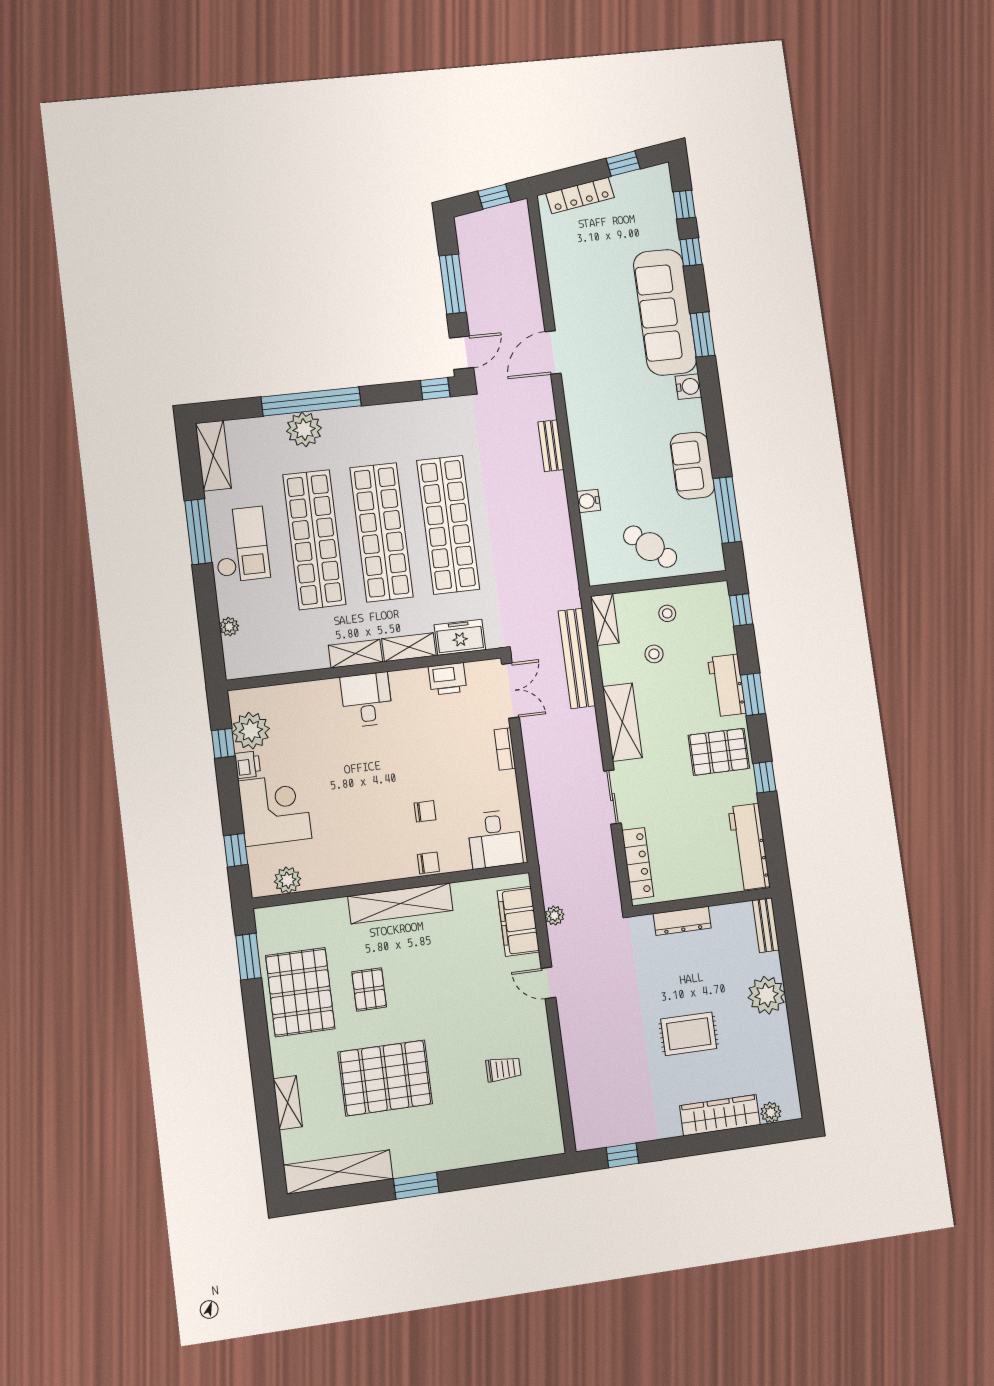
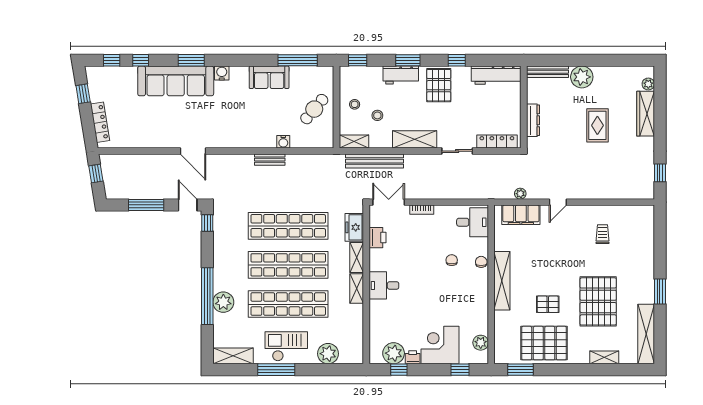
bench: (551, 446) -> (270, 160), moved
plant: (229, 627) -> (328, 354), width x1.88, depth x1.88
bench: (766, 925) -> (547, 72), width x1.36

